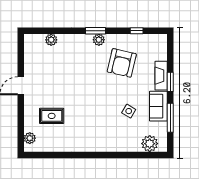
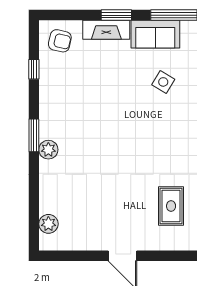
plant: (51, 40) -> (48, 224), moved
plant: (99, 40) -> (48, 150), moved
armchair: (122, 63) -> (60, 41), moved, width x0.53, depth x0.53

